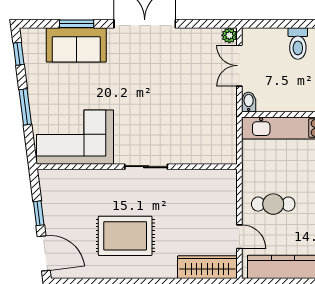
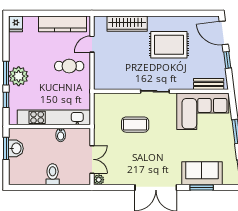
bidet: (249, 102) -> (61, 135), moved
coffee table: (175, 117) -> (135, 125), added
bench: (66, 178) -> (209, 84), added
door: (239, 237) -> (92, 44), hinge flipped
wardrobe: (207, 267) -> (127, 24), moved

